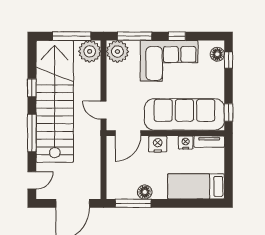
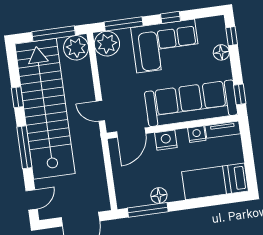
floor lamp: (217, 54) -> (221, 52), moved

